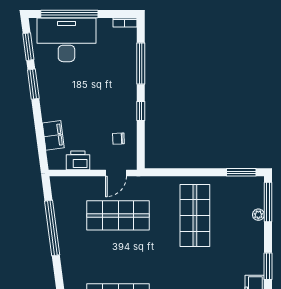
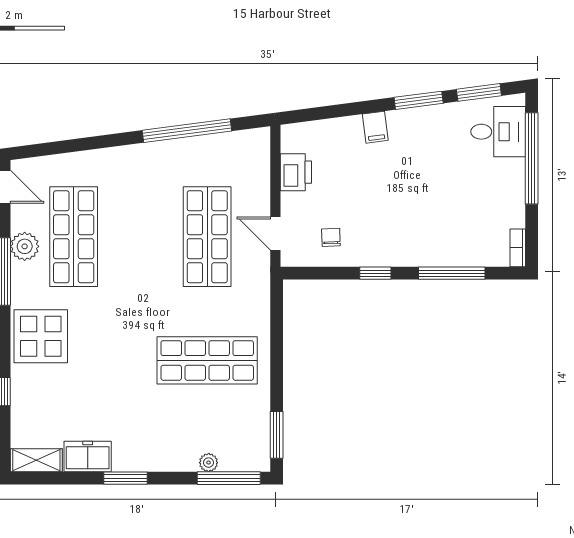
desk: (66, 40) -> (498, 132), width x0.53, depth x0.77
filing cabinet: (53, 135) -> (375, 127), moved, width x0.50

